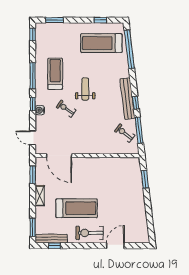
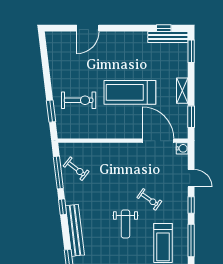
bench: (127, 99) -> (75, 230), moved
water cooler: (40, 110) -> (182, 148), moved
door: (33, 138) -> (191, 178), moved
treadmill: (77, 208) -> (130, 92), moved
exercise bike: (90, 233) -> (79, 100), moved

